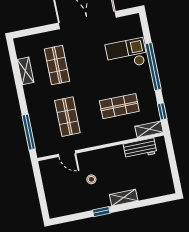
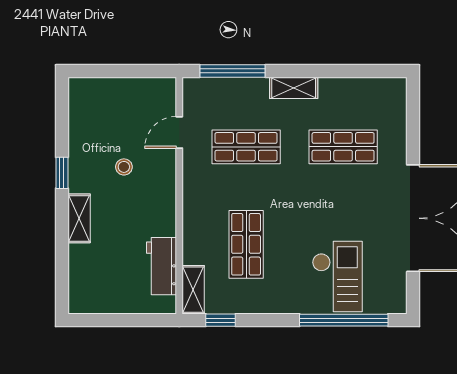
window: (153, 67) -> (344, 320), moved
shelving: (26, 71) -> (294, 88), moved

